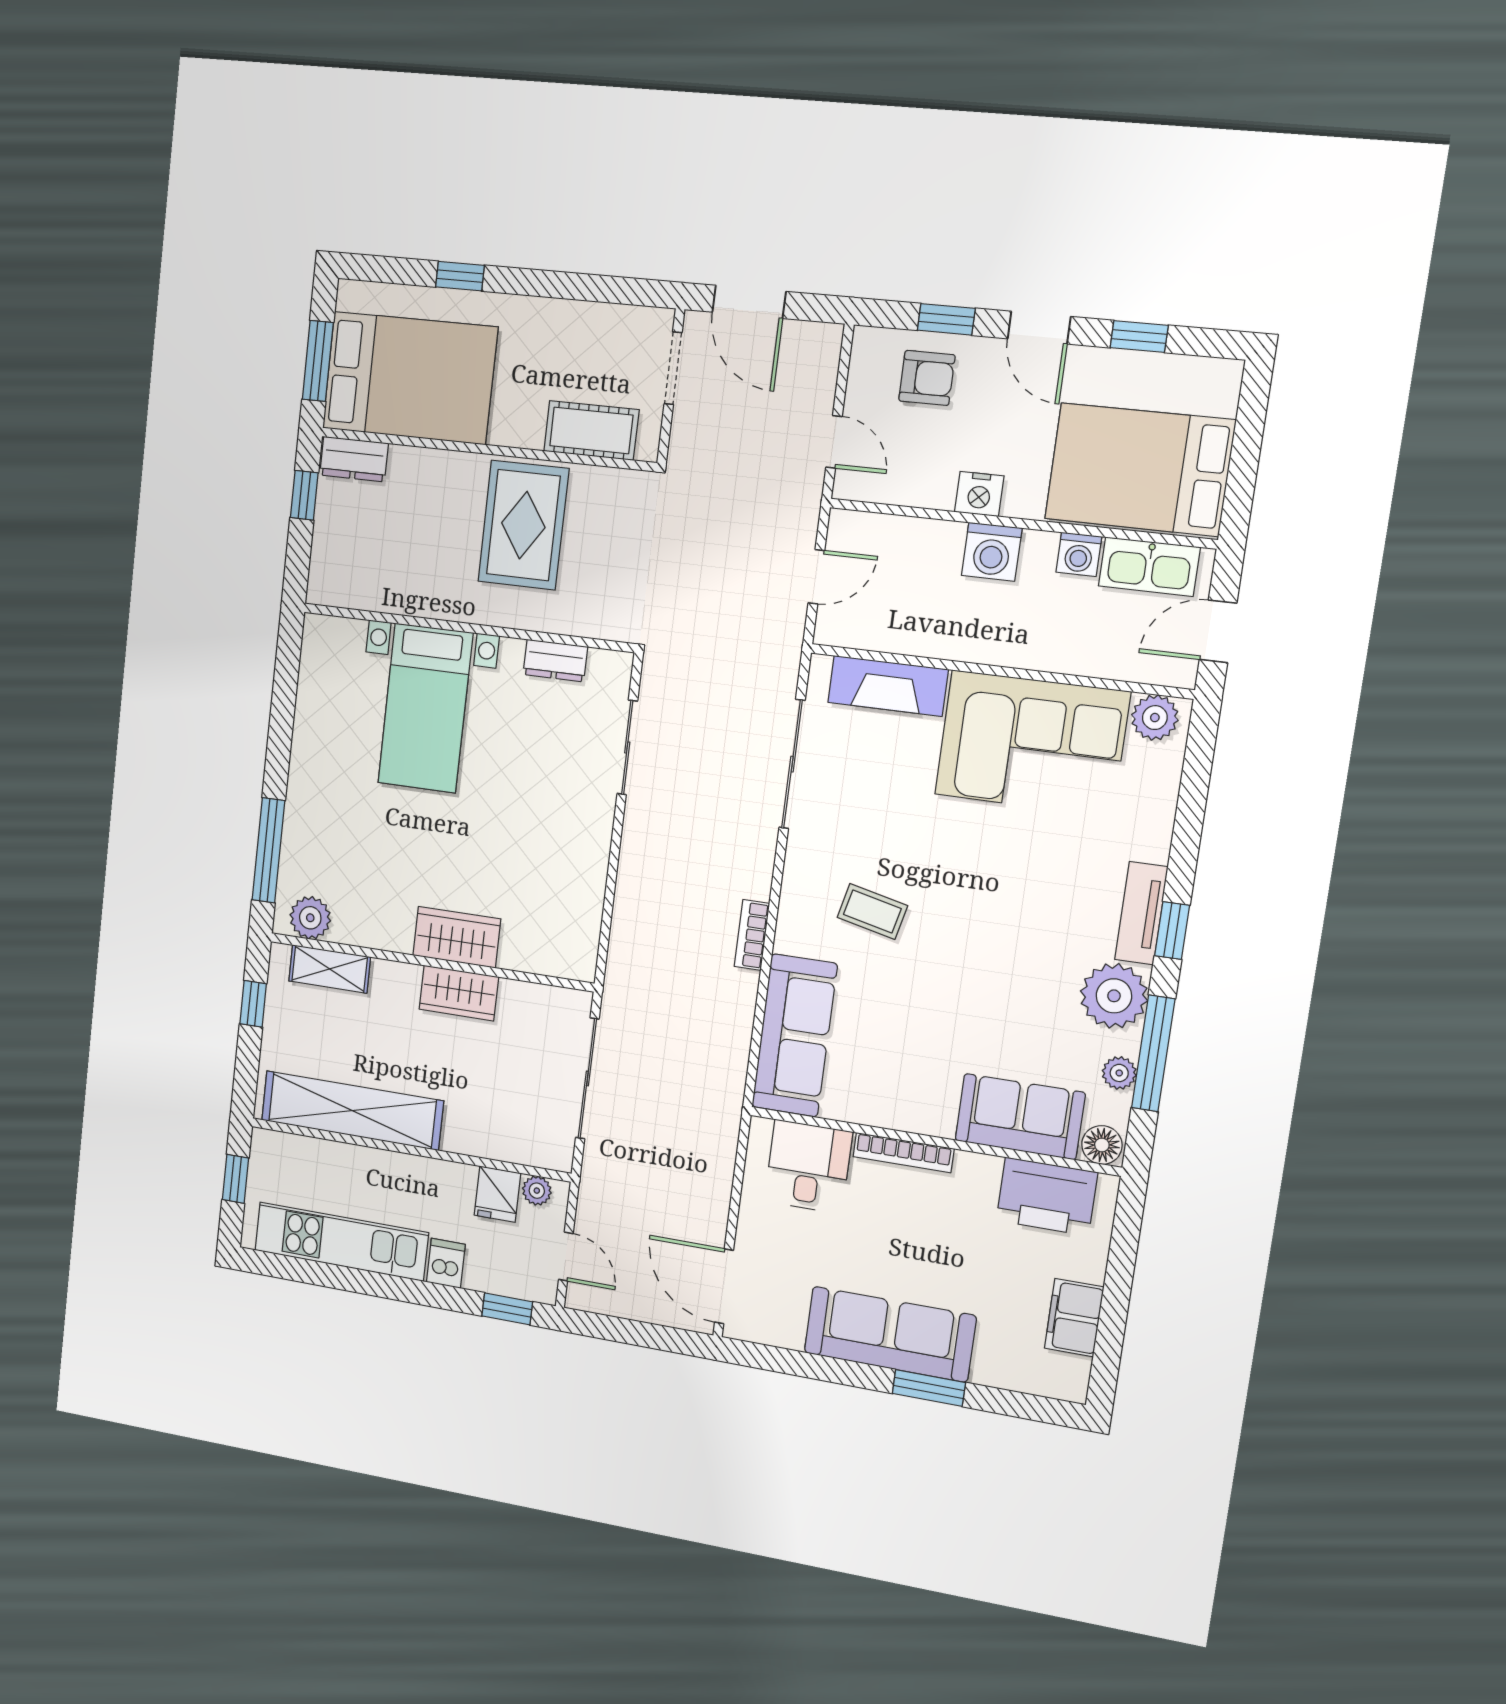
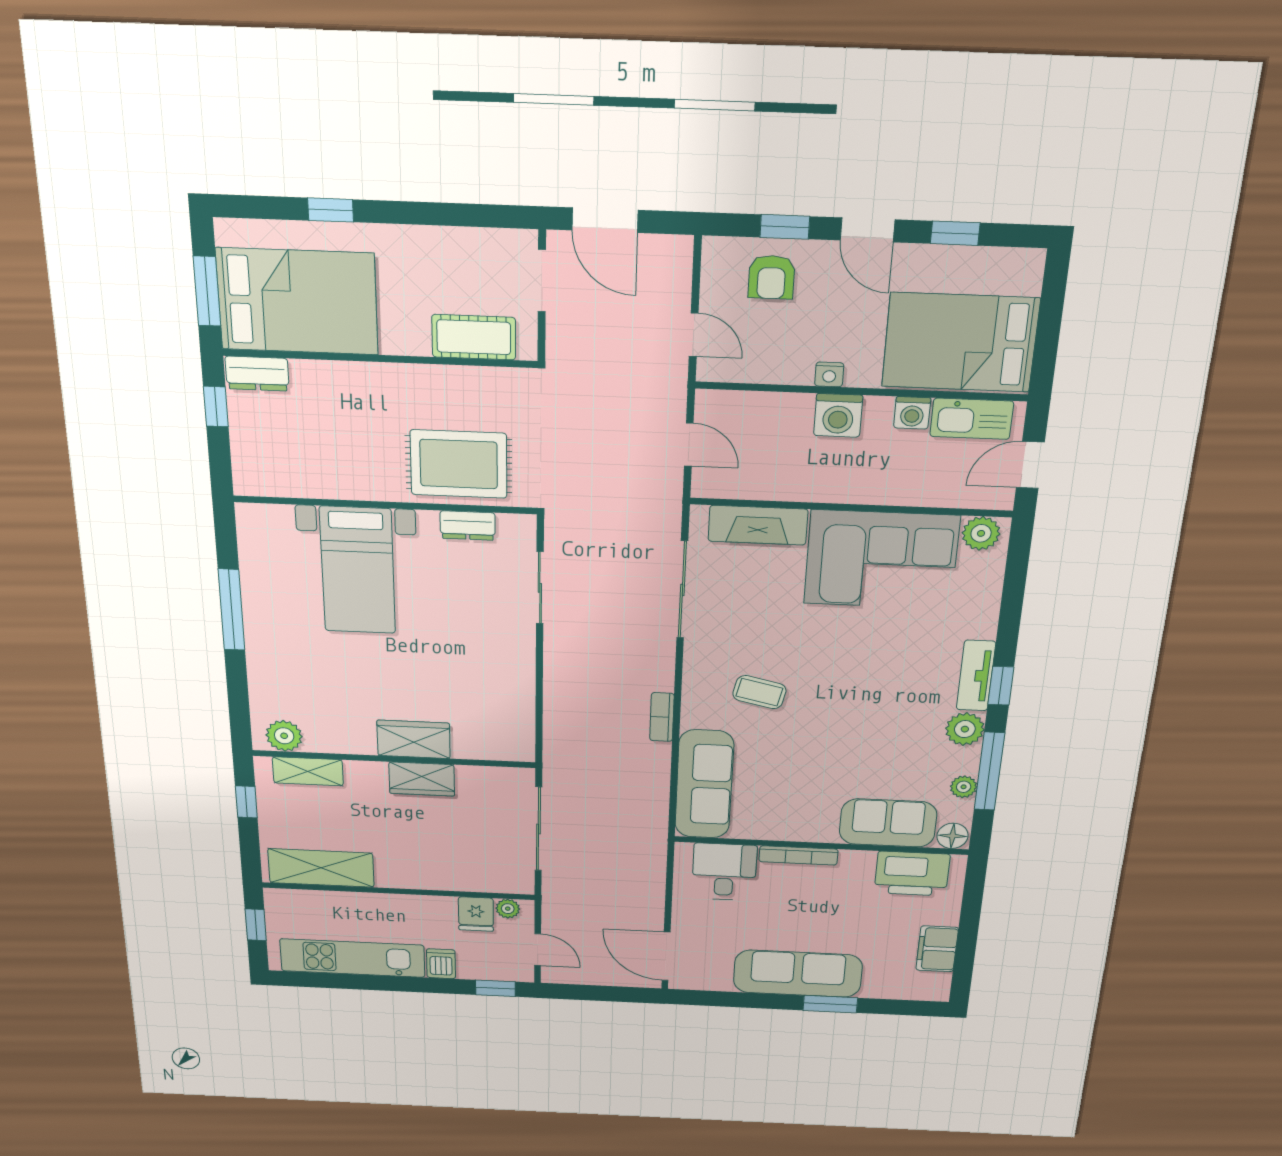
armchair: (927, 378) -> (771, 277), turned 90
nightstand: (979, 494) -> (829, 374), width x0.72, depth x0.74
rug: (523, 525) -> (459, 464), moved, turned 90
door: (816, 577) -> (689, 445), hinge flipped
window: (269, 850) -> (231, 610), moved
plant: (1114, 996) -> (965, 729), width x0.73, depth x0.73
shelving: (352, 1111) -> (321, 868), width x0.68

